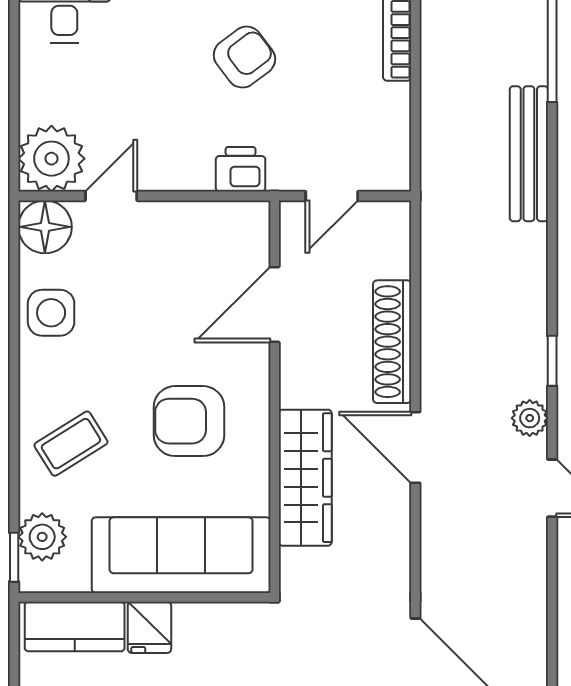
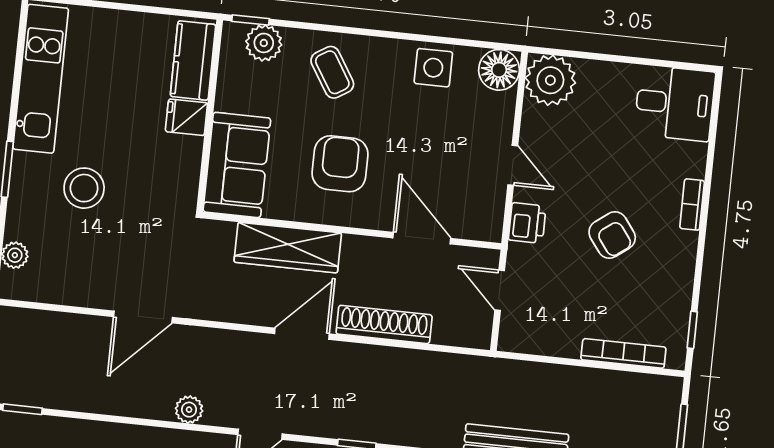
door: (111, 196) -> (513, 165), moved
plant: (530, 418) -> (189, 410), moved
sofa: (181, 555) -> (237, 165), width x0.73

